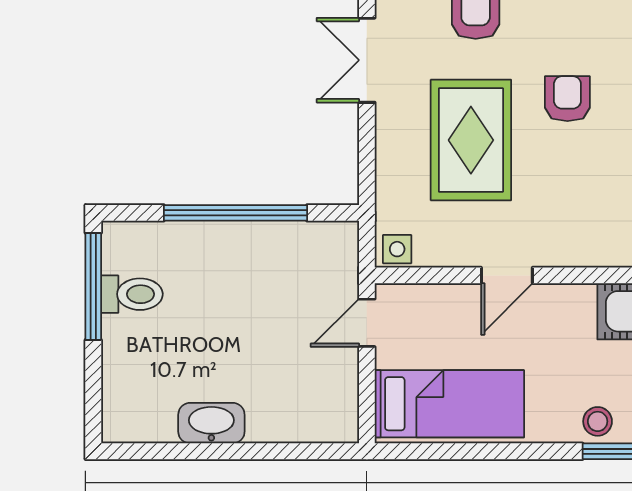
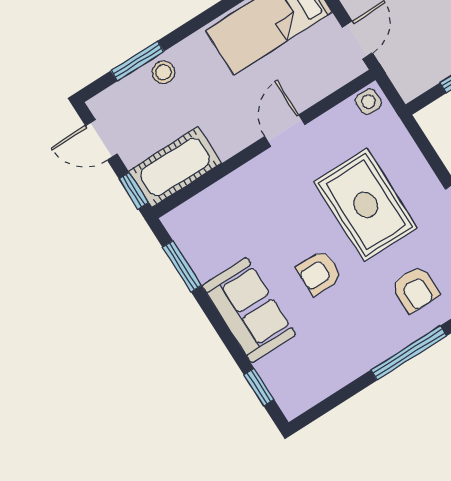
armchair: (567, 99) -> (319, 273), turned 90

